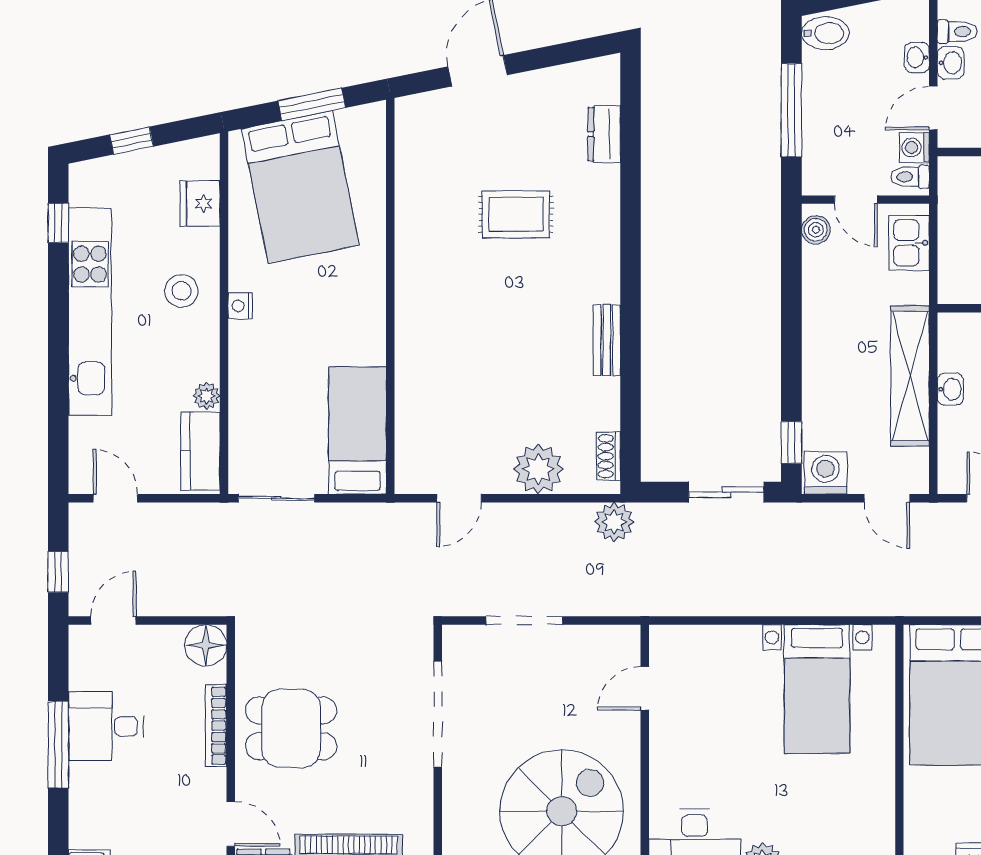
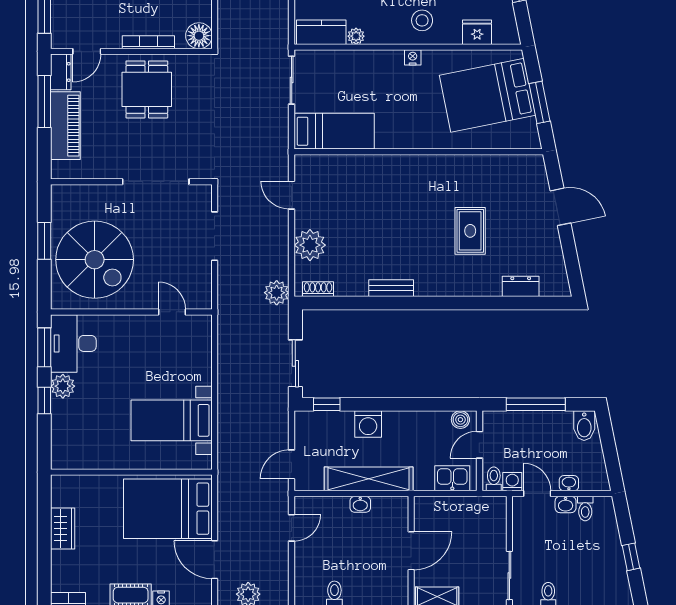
washing machine: (826, 473) -> (368, 424), moved, turned 90

